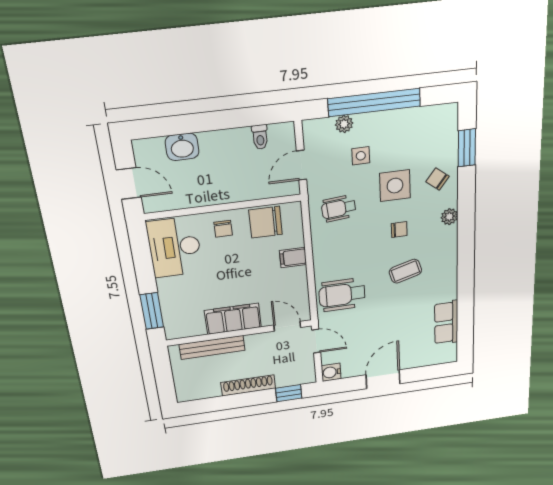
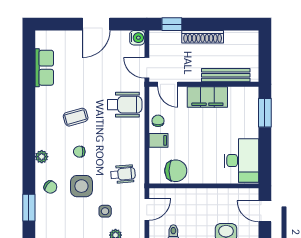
chair: (223, 229) -> (158, 121), moved

